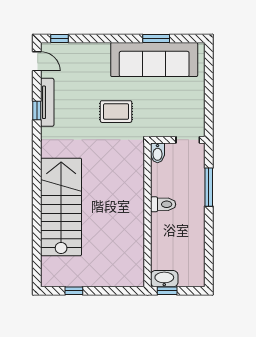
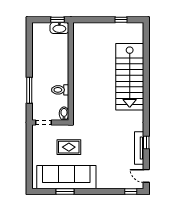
rug: (116, 112) -> (69, 147), moved
toilet: (163, 204) -> (60, 90), moved

